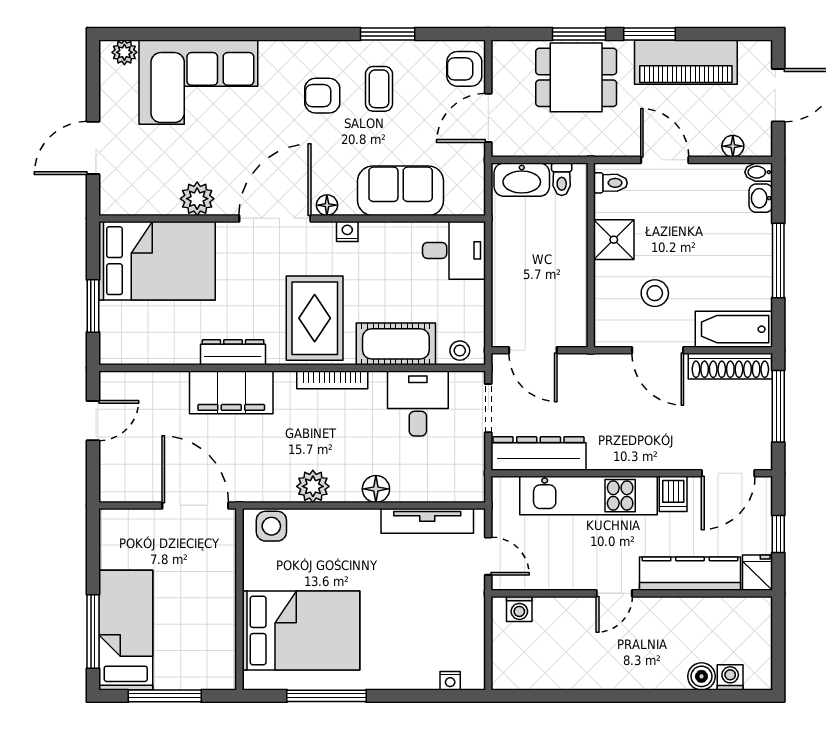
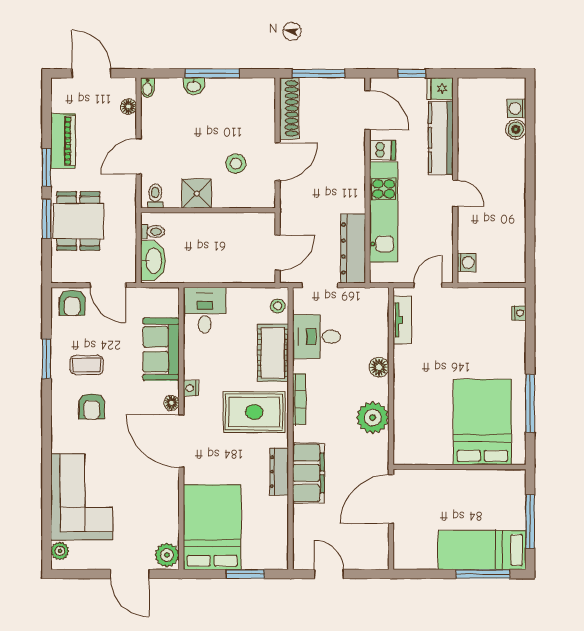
piano: (686, 62) -> (63, 141), width x0.73, depth x0.75
washbasin: (761, 198) -> (194, 86), moved
plant: (197, 199) -> (167, 555), moved
bathtub: (734, 329) -> (262, 106), removed
plant: (313, 486) -> (373, 418), width x1.36, depth x1.36
tv unit: (427, 521) -> (402, 320), width x0.71
side table: (271, 526) -> (406, 444), removed

